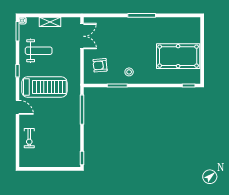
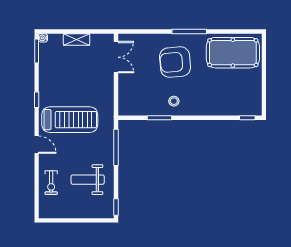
weight bench: (39, 51) -> (88, 180), moved, turned 180
pool table: (178, 56) -> (233, 53), moved
armchair: (100, 65) -> (175, 62), moved, width x1.88, depth x1.88

